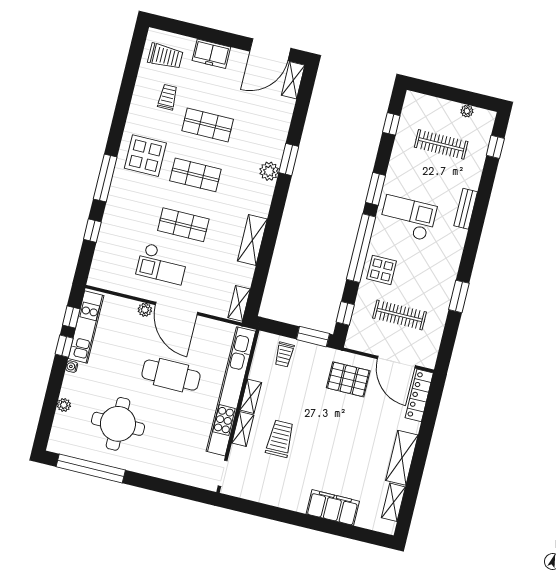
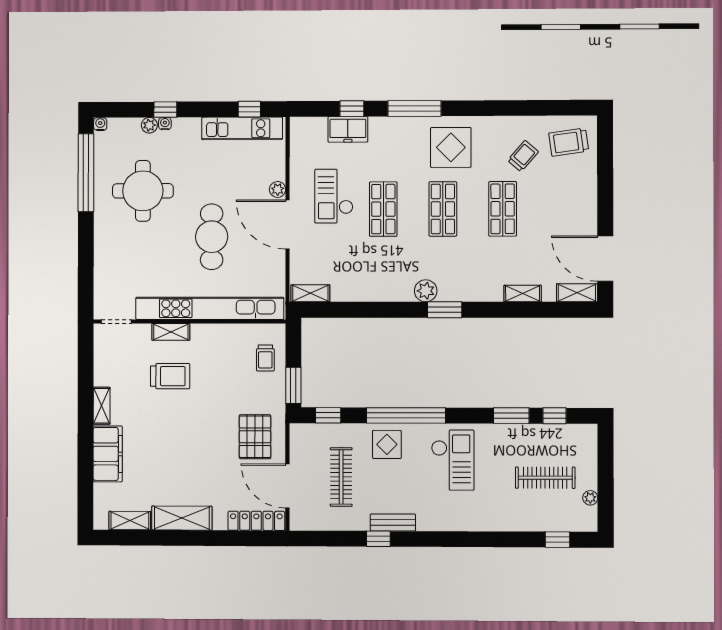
freezer: (211, 54) -> (348, 129), moved, turned -90
trolley: (165, 56) -> (569, 142), turned 82
trolley: (168, 97) -> (523, 156), turned -49
clothes rail: (441, 144) -> (545, 478), turned 90
window: (289, 160) -> (445, 310), moved
plant: (269, 171) -> (426, 291), moved
window: (375, 189) -> (511, 416), moved
bench: (466, 209) -> (393, 522), moved
shelving: (252, 240) -> (523, 294), moved, width x0.67, depth x0.75
window: (459, 296) -> (378, 539), width x0.67
door: (176, 309) -> (288, 224), hinge flipped
window: (64, 346) -> (165, 110), moved
trolley: (284, 355) -> (265, 358), turned -90
door: (396, 362) -> (287, 486), hinge flipped
water cooler: (72, 367) -> (165, 124), moved
shelving: (251, 396) -> (102, 406), moved, turned 90
water cooler: (53, 446) -> (100, 124), added

